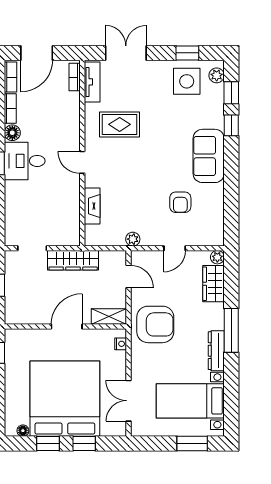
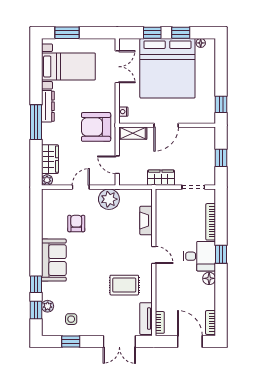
door: (37, 53) -> (190, 341), hinge flipped
plant: (217, 75) -> (48, 306), moved
side table: (187, 81) -> (71, 319), width x0.54, depth x0.54
bookcase: (10, 109) -> (211, 222), moved, width x1.56
plant: (133, 239) -> (109, 199), width x1.88, depth x1.88
wardrobe: (73, 260) -> (161, 178), width x0.67

